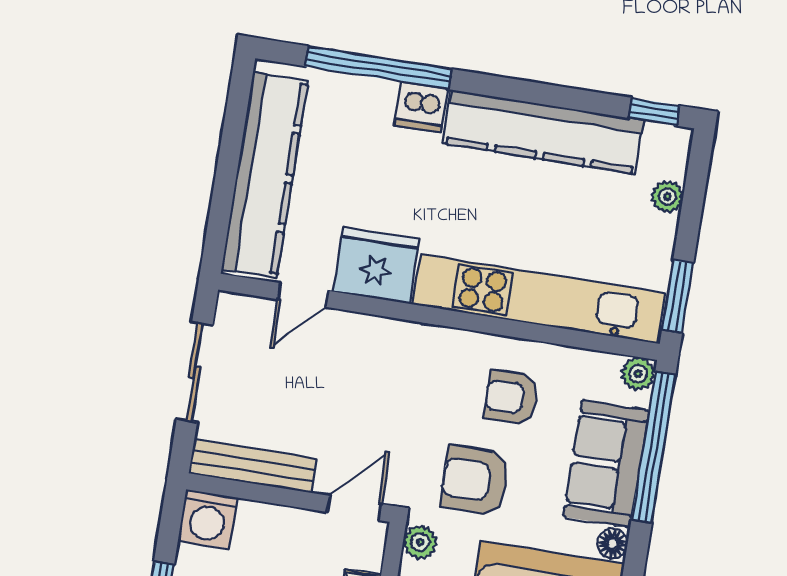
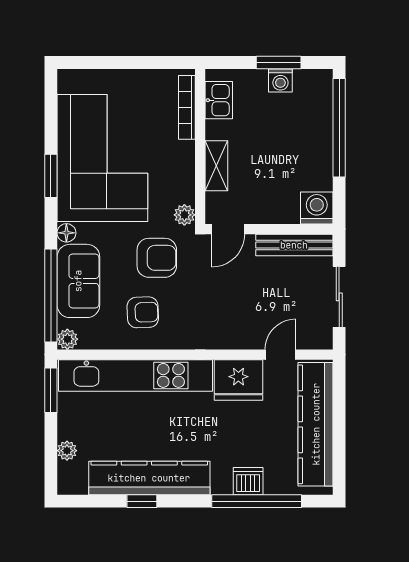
dishwasher: (421, 107) -> (248, 481), moved
window: (654, 112) -> (142, 501), moved

